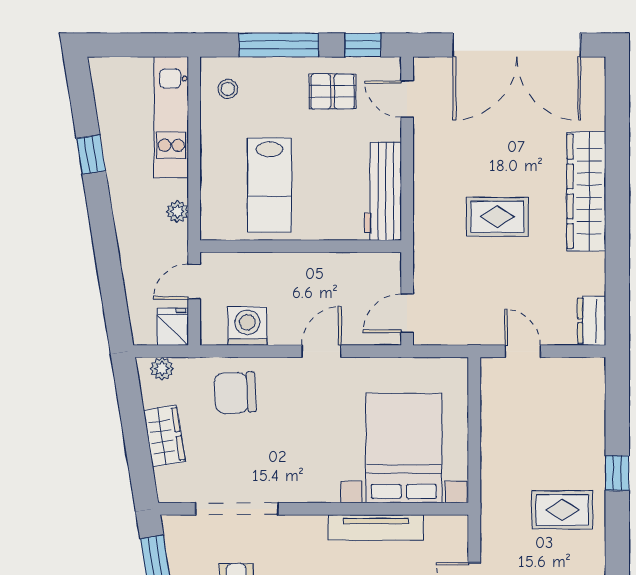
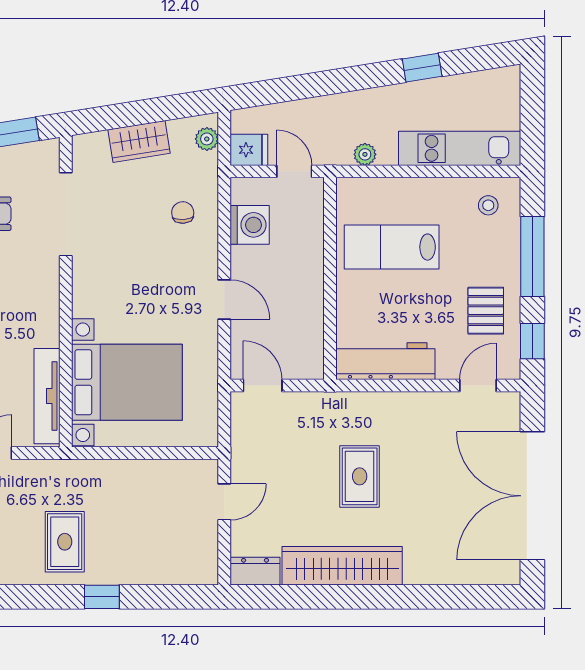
wardrobe: (586, 191) -> (342, 566), moved
chair: (235, 393) -> (183, 213), width x0.54, depth x0.54
tv unit: (376, 528) -> (47, 396), moved

